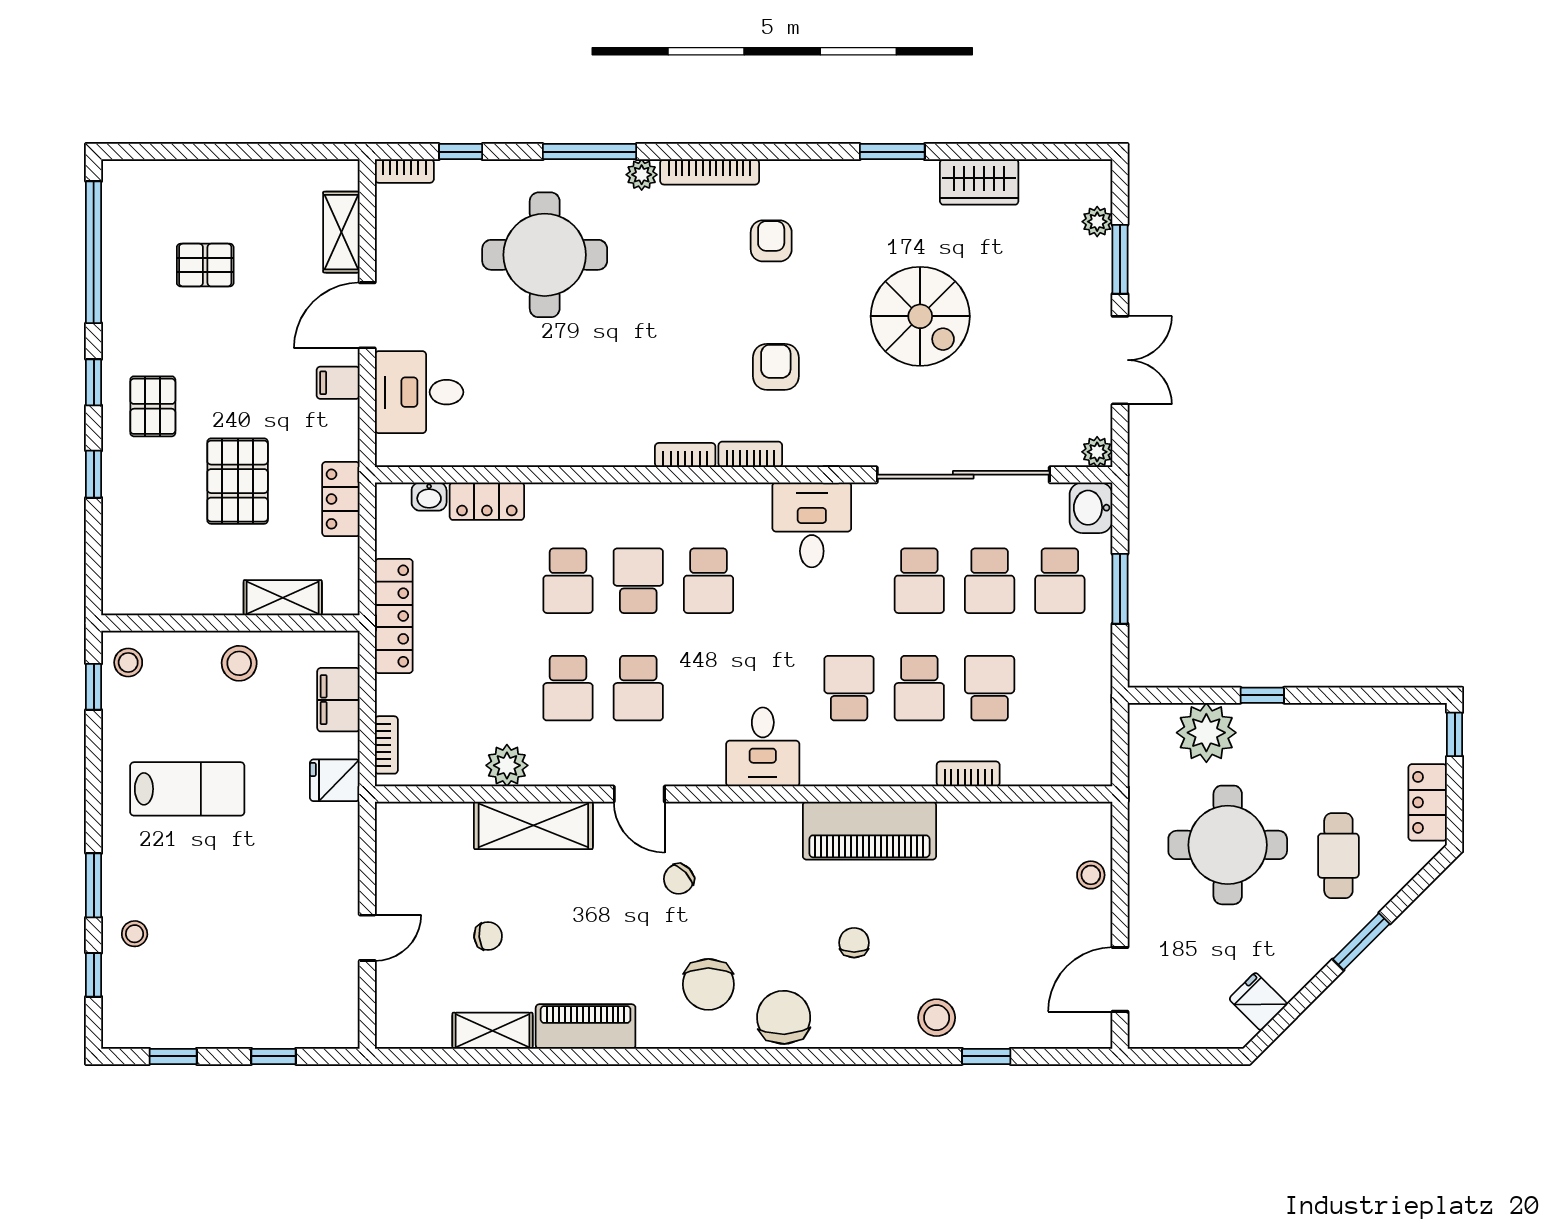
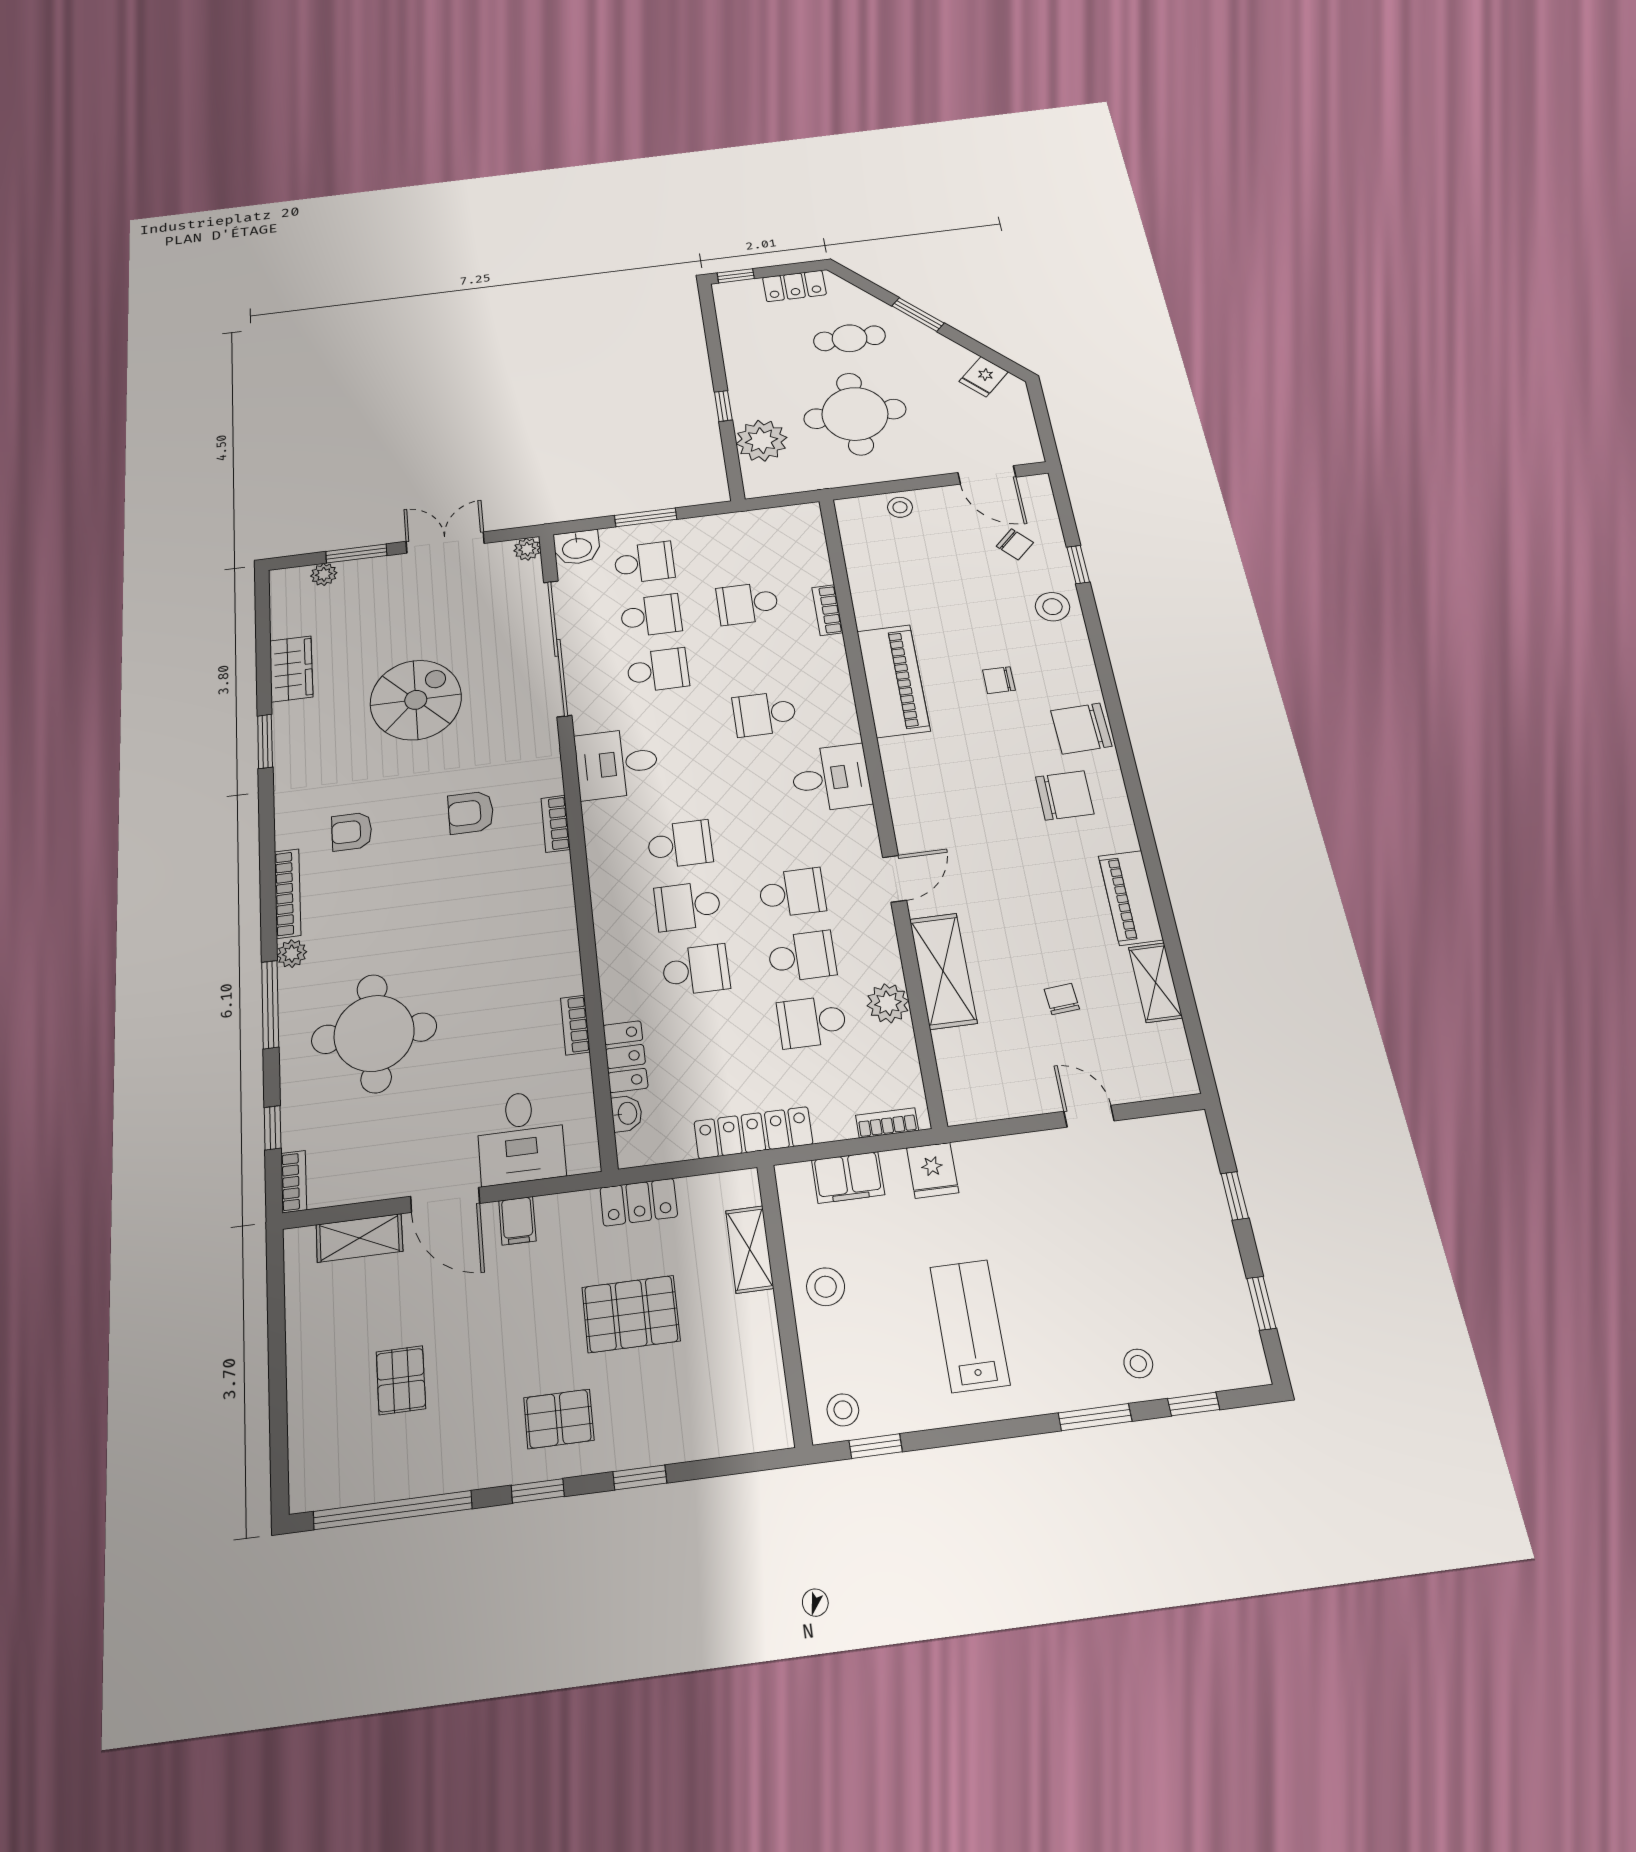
bookcase: (685, 455) -> (575, 1025), moved
school desk: (919, 688) -> (812, 1022), moved, turned 180
chair: (679, 879) -> (1015, 544), moved

